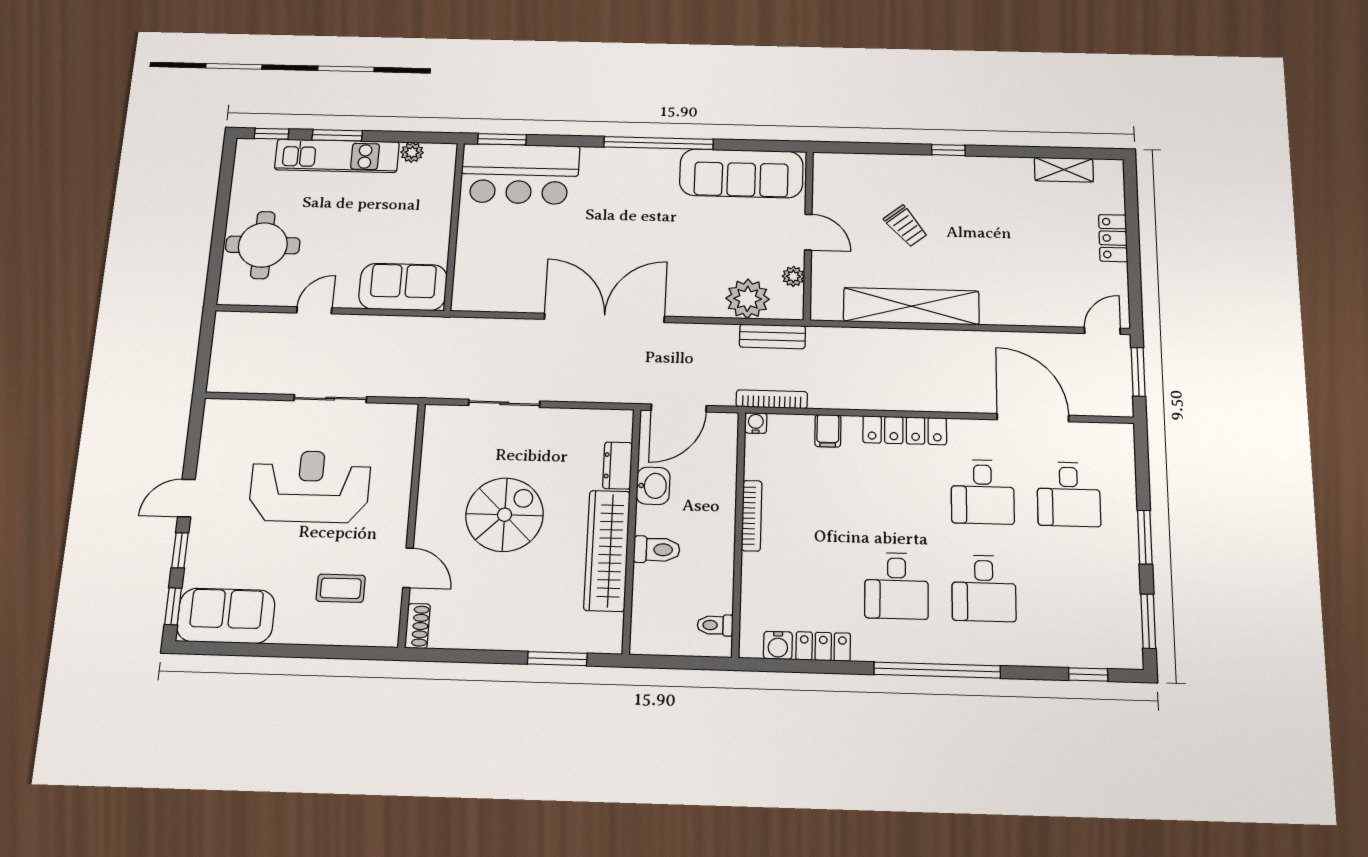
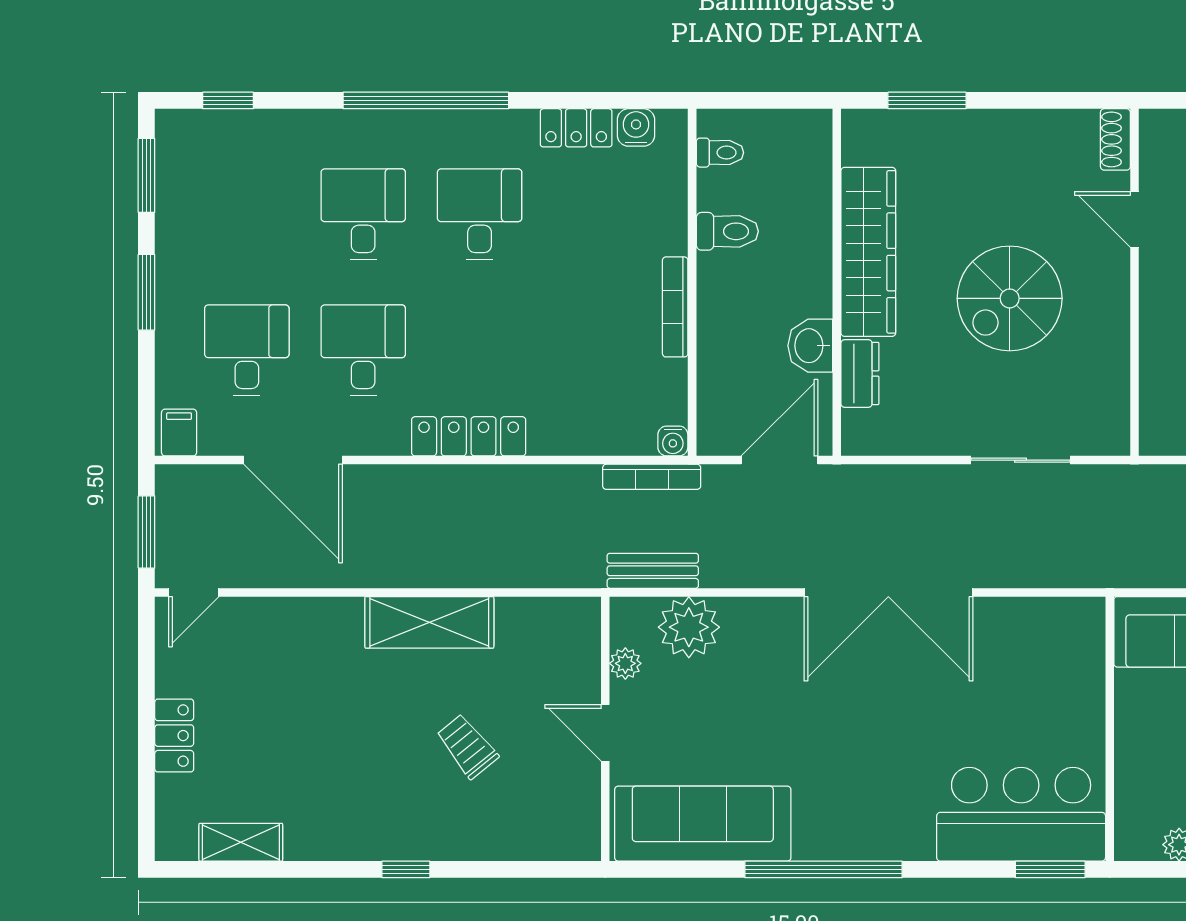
shelving: (911, 306) -> (429, 622), width x0.68
filing cabinet: (828, 431) -> (179, 433), moved
toilet: (657, 550) -> (727, 231), moved, turned 180

